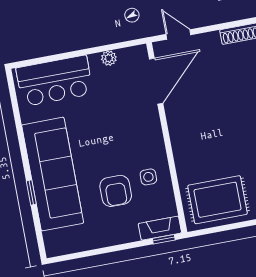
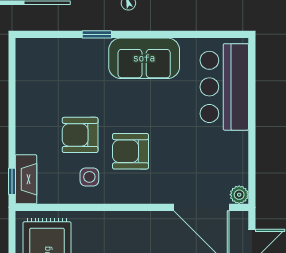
plant: (109, 58) -> (239, 195), moved
armchair: (121, 147) -> (131, 151), added
sofa: (53, 174) -> (144, 58), width x0.54, depth x0.79

